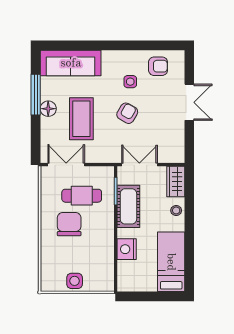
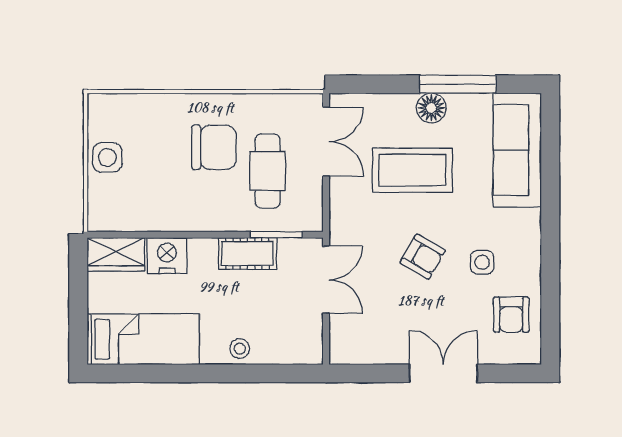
double door: (189, 102) -> (443, 373), swing flipped
wardrobe: (176, 181) -> (116, 254), moved, turned 180
cot: (128, 206) -> (247, 253), width x0.73, depth x0.75

